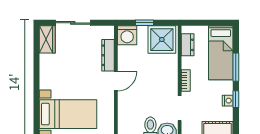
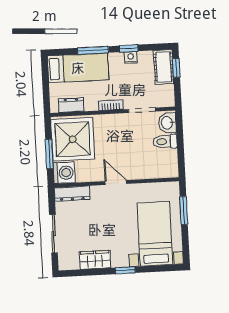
window: (144, 23) -> (49, 154), width x1.50
wardrobe: (47, 39) -> (95, 260), moved
shower: (162, 40) -> (73, 139), width x1.37, depth x1.37
dresser: (108, 55) -> (72, 194), moved
window: (36, 86) -> (125, 270), added

